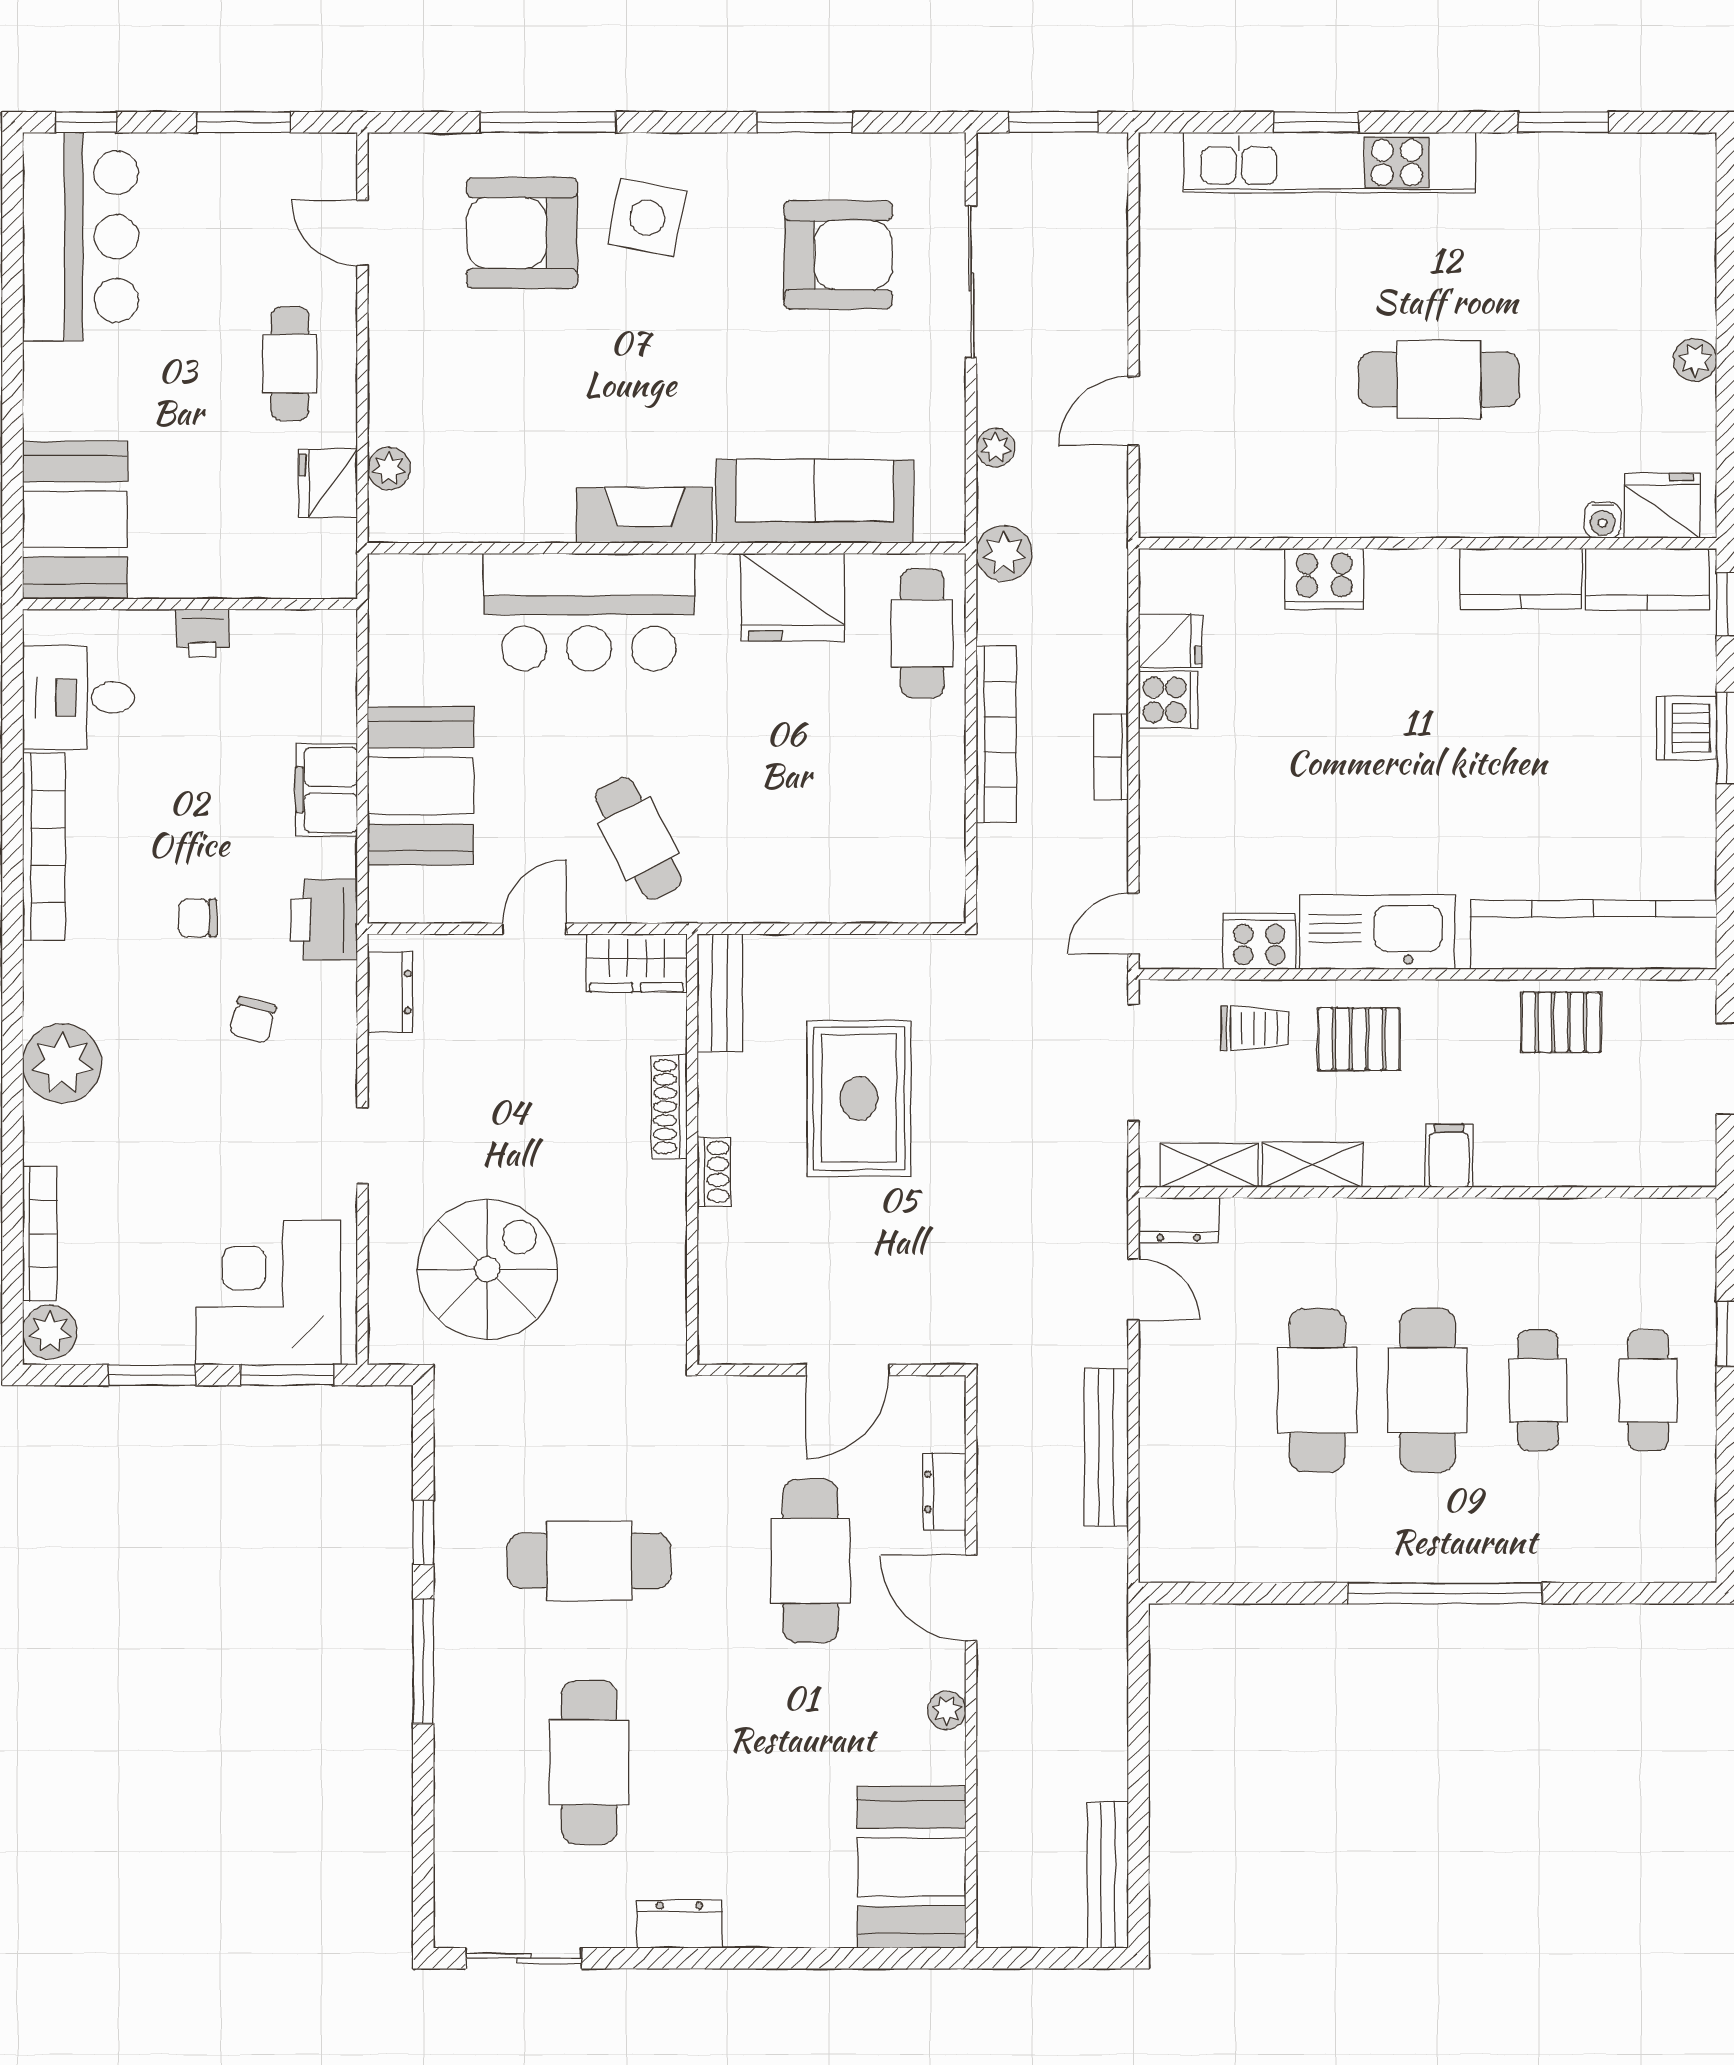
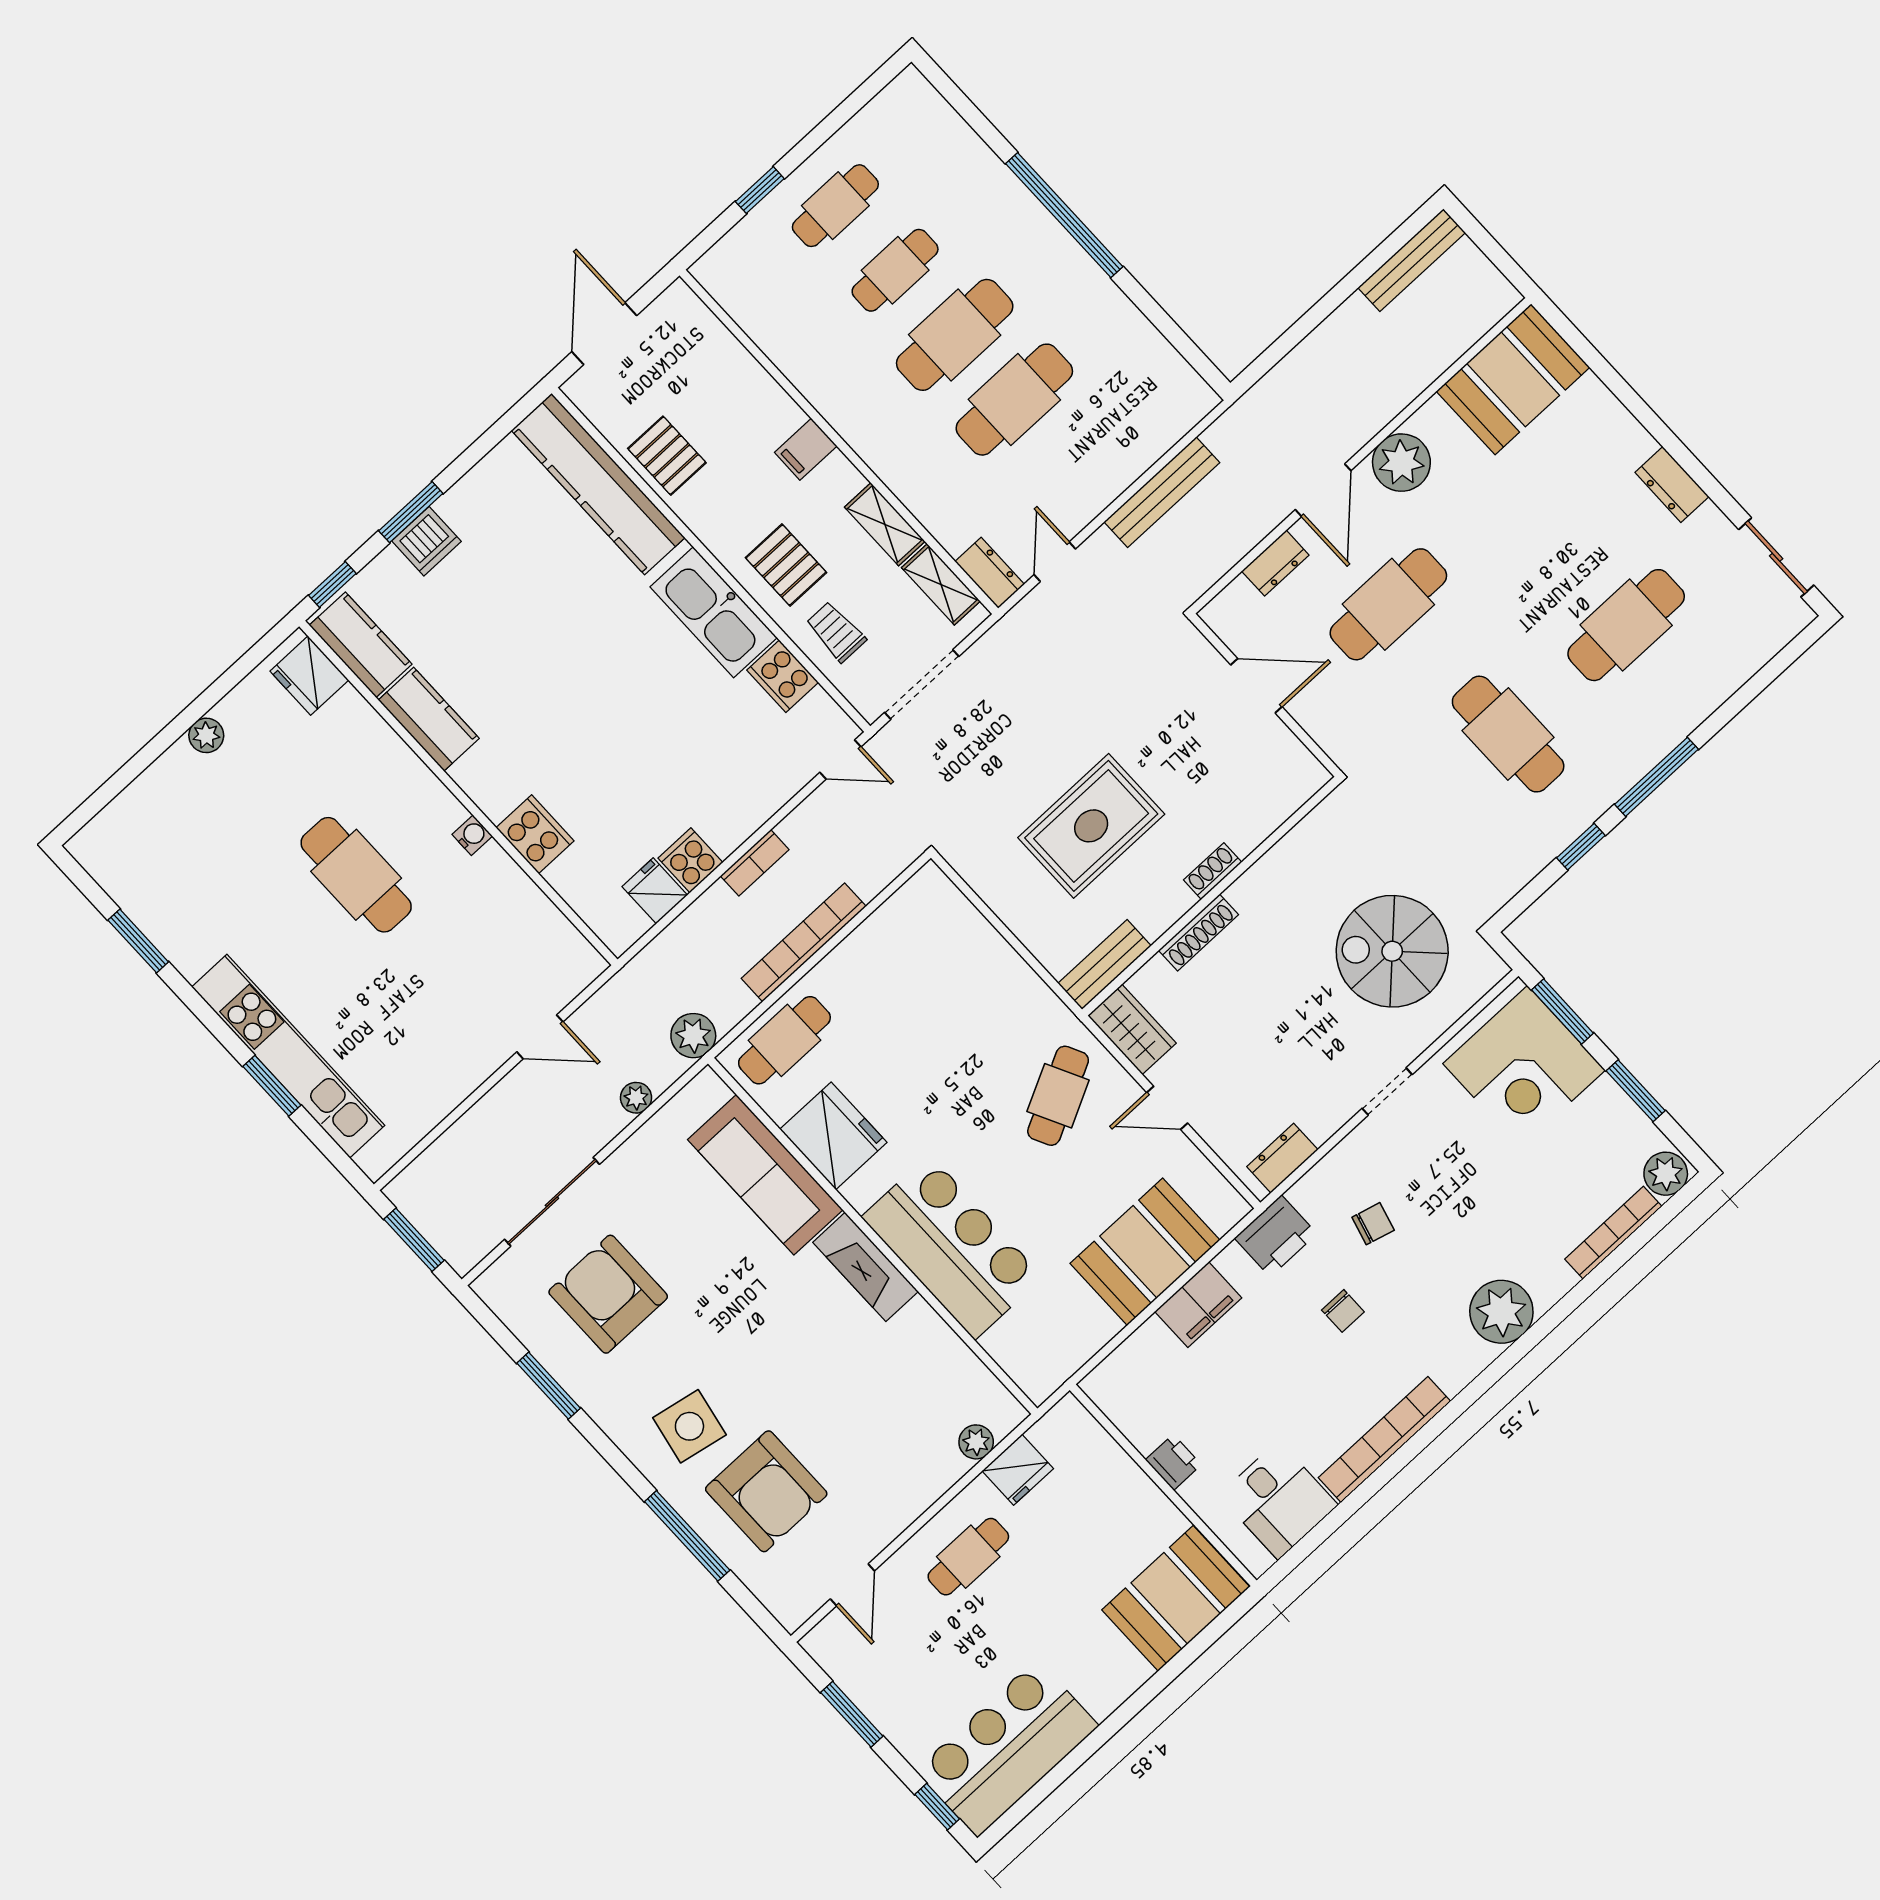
water cooler: (1602, 520) -> (472, 835), moved
plant: (947, 1710) -> (1401, 463), width x1.88, depth x1.88

